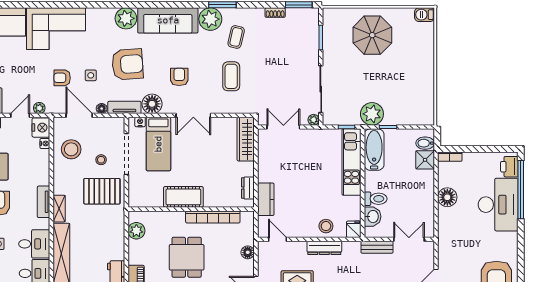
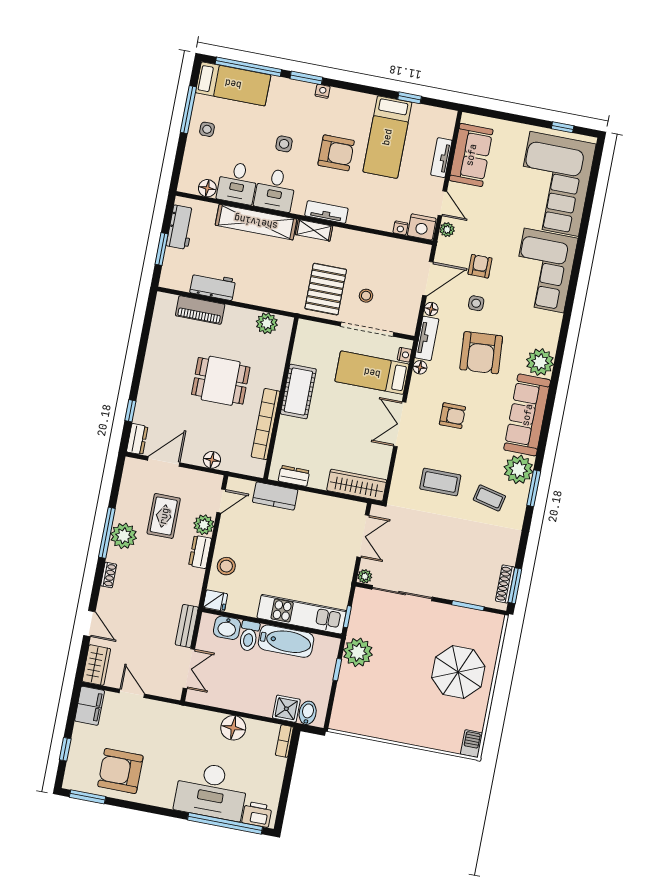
shoe rack: (275, 13) -> (505, 584), moved, width x1.43
floor lamp: (152, 104) -> (420, 367), width x0.53, depth x0.53
stool: (71, 149) -> (387, 260), removed
bathtub: (374, 150) -> (286, 641), moved
dresser: (324, 248) -> (200, 552), width x0.70
plant: (298, 249) -> (204, 525), added

